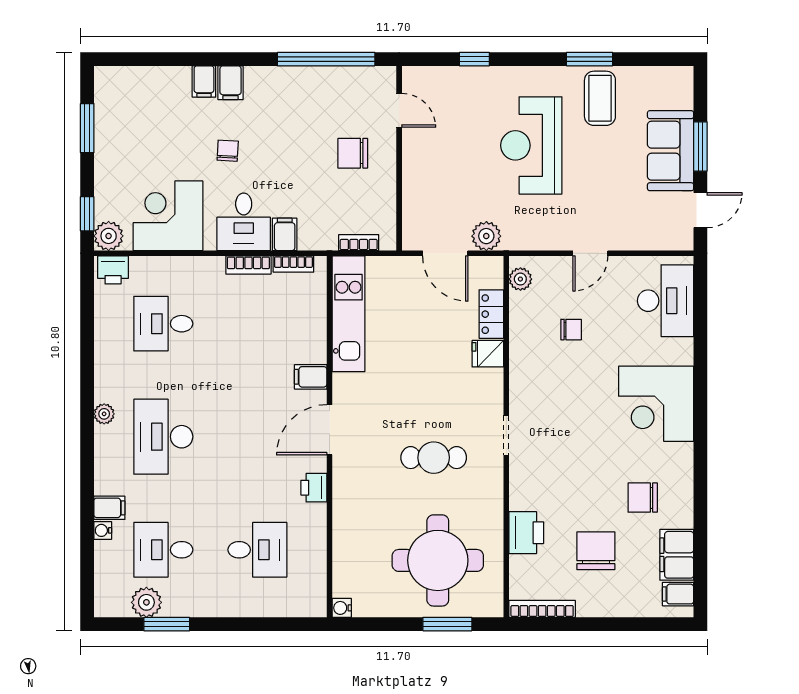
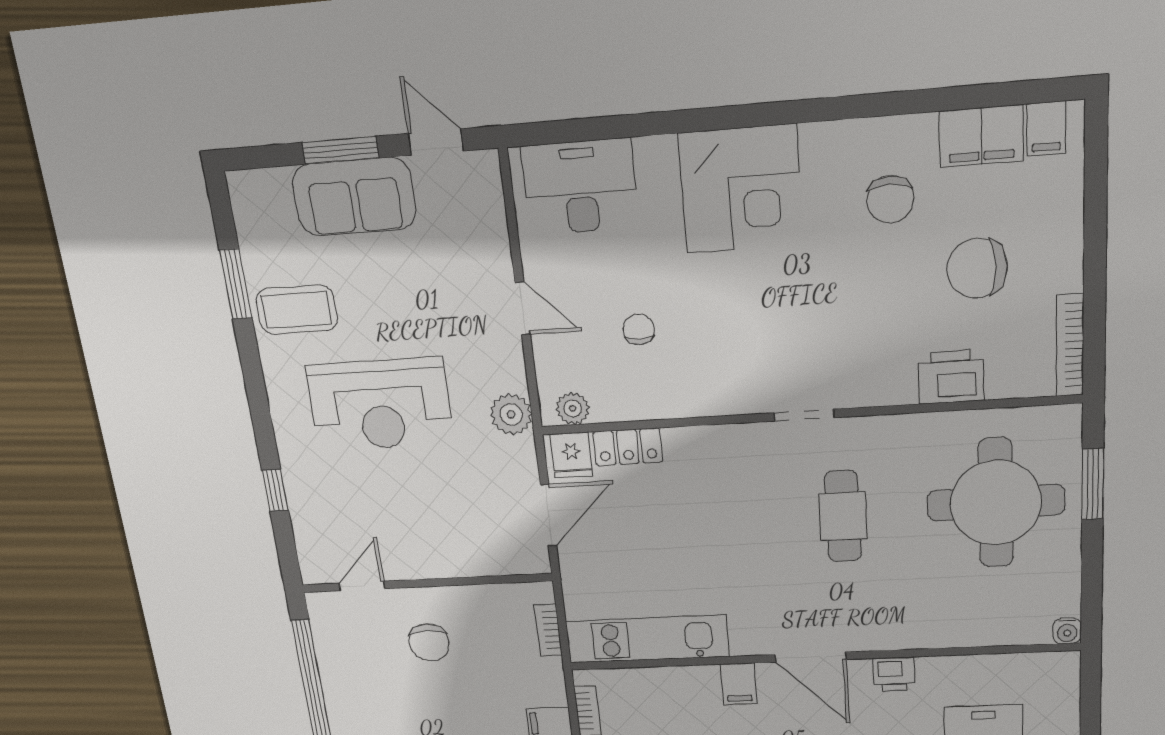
window: (590, 59) -> (236, 284), moved
plant: (486, 236) -> (511, 414), moved
fridge: (488, 354) -> (571, 455), moved

